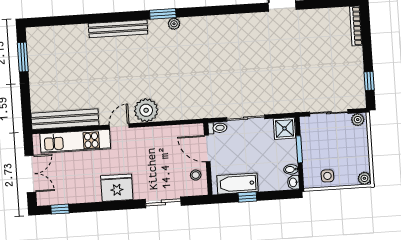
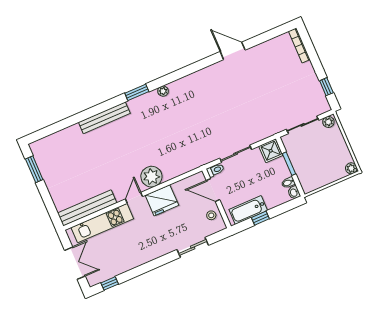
plant: (174, 24) -> (163, 91), moved
side table: (327, 176) -> (320, 177), removed
fridge: (117, 188) -> (162, 200), moved, turned 180

